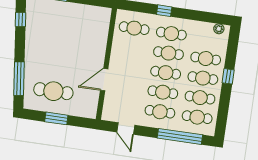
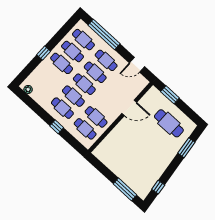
cafe table: (206, 59) -> (96, 117), moved
window: (19, 79) -> (186, 148), width x0.69
window: (56, 118) -> (170, 95), moved
door: (126, 129) -> (137, 65), swing flipped

